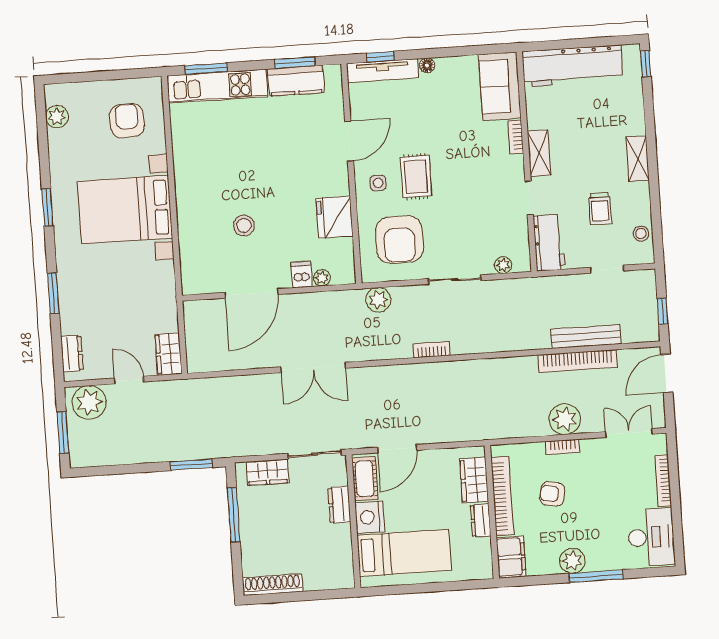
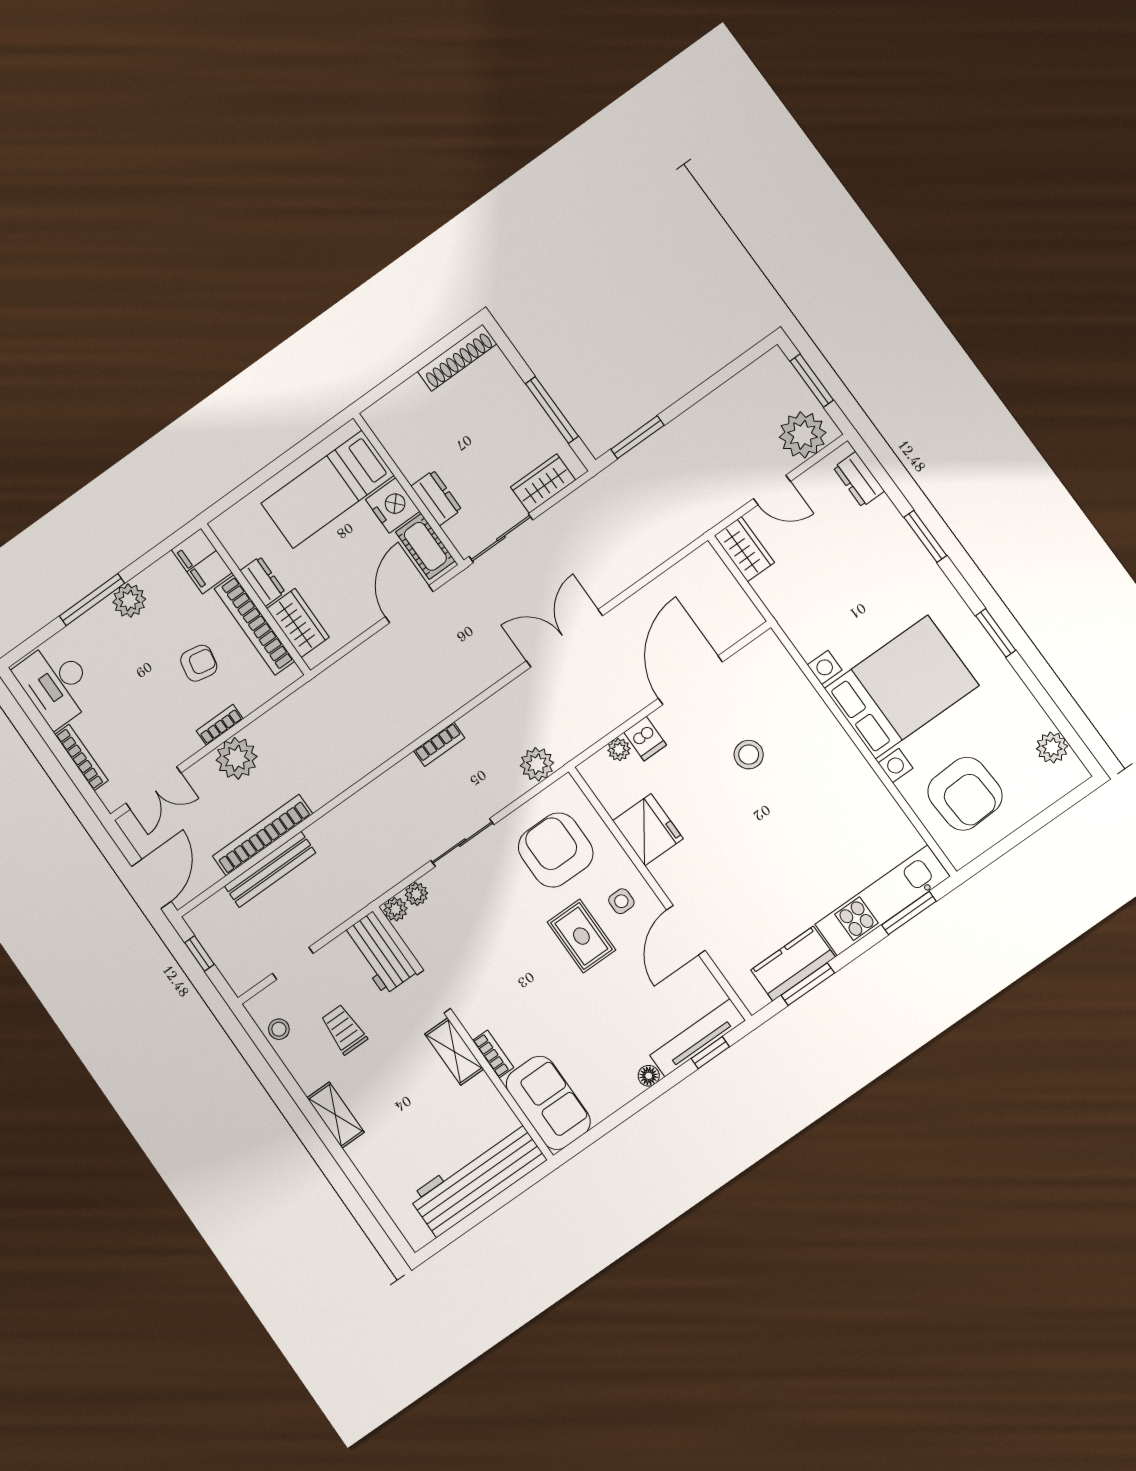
window: (646, 64) -> (394, 1233), removed
armchair: (127, 121) -> (965, 794), width x1.36, depth x1.36
plant: (522, 264) -> (395, 909), added

